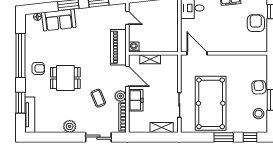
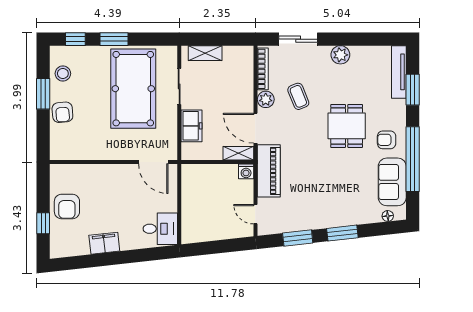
sofa: (59, 20) -> (392, 182), moved, turned -84
shelving: (150, 59) -> (238, 153), moved
dining table: (65, 78) -> (347, 126), turned 90
freezer: (136, 100) -> (192, 126), moved, turned 180

